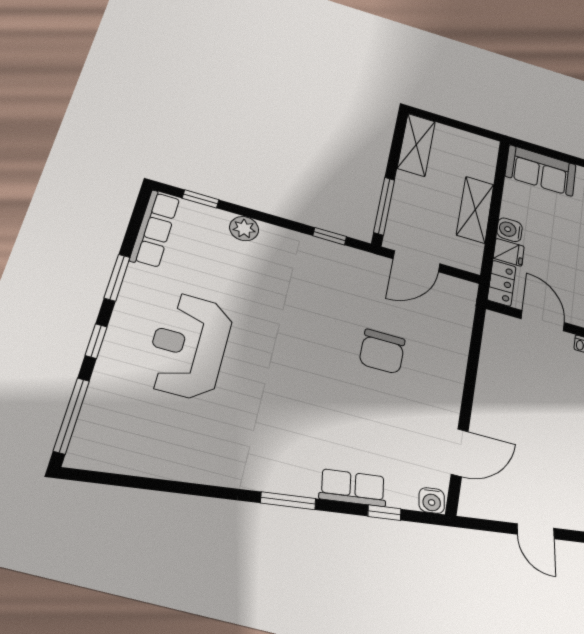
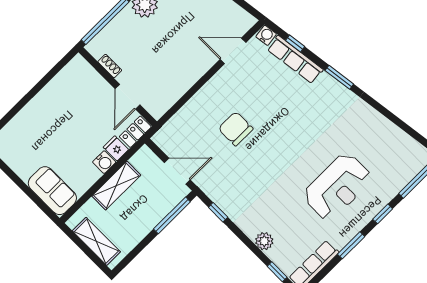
shelving: (416, 145) -> (96, 241), moved, turned 90
chair: (382, 351) -> (236, 129), turned -90
row of seats: (353, 488) -> (295, 60), width x1.48

